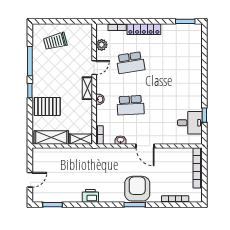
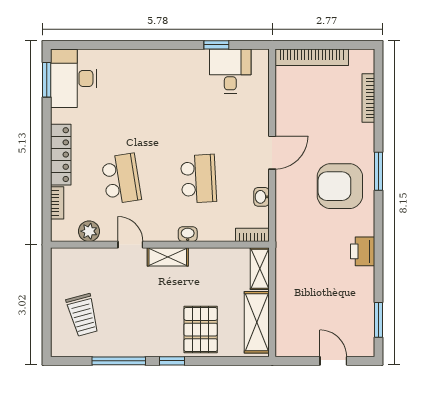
desk: (186, 36) -> (74, 78), added
armchair: (137, 189) -> (340, 186), moved

